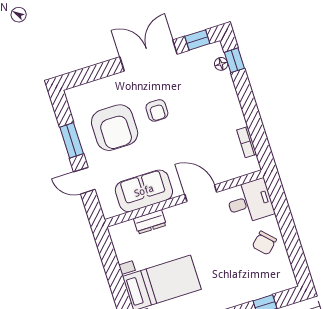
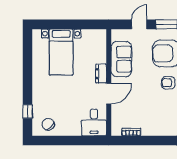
dresser: (150, 222) -> (101, 74), moved
chair: (264, 243) -> (48, 124), moved

